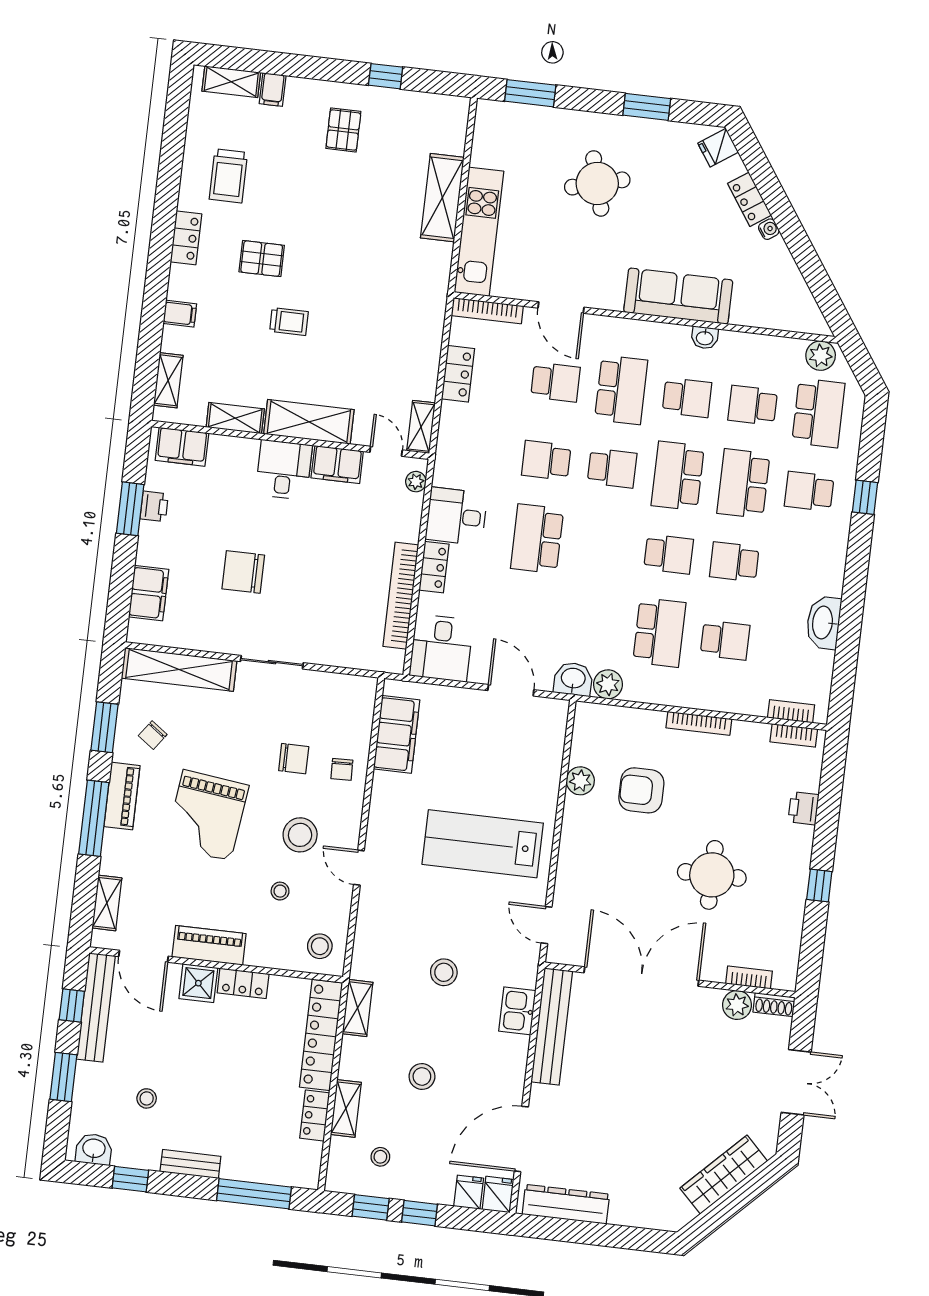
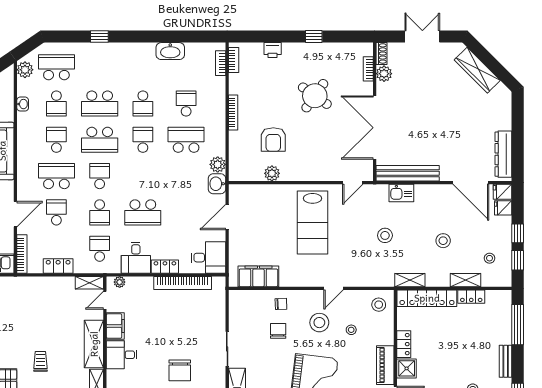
washbasin: (705, 338) -> (23, 104), moved
school desk: (809, 491) -> (100, 249), moved, turned 180
round table: (712, 875) -> (315, 96), turned 35

